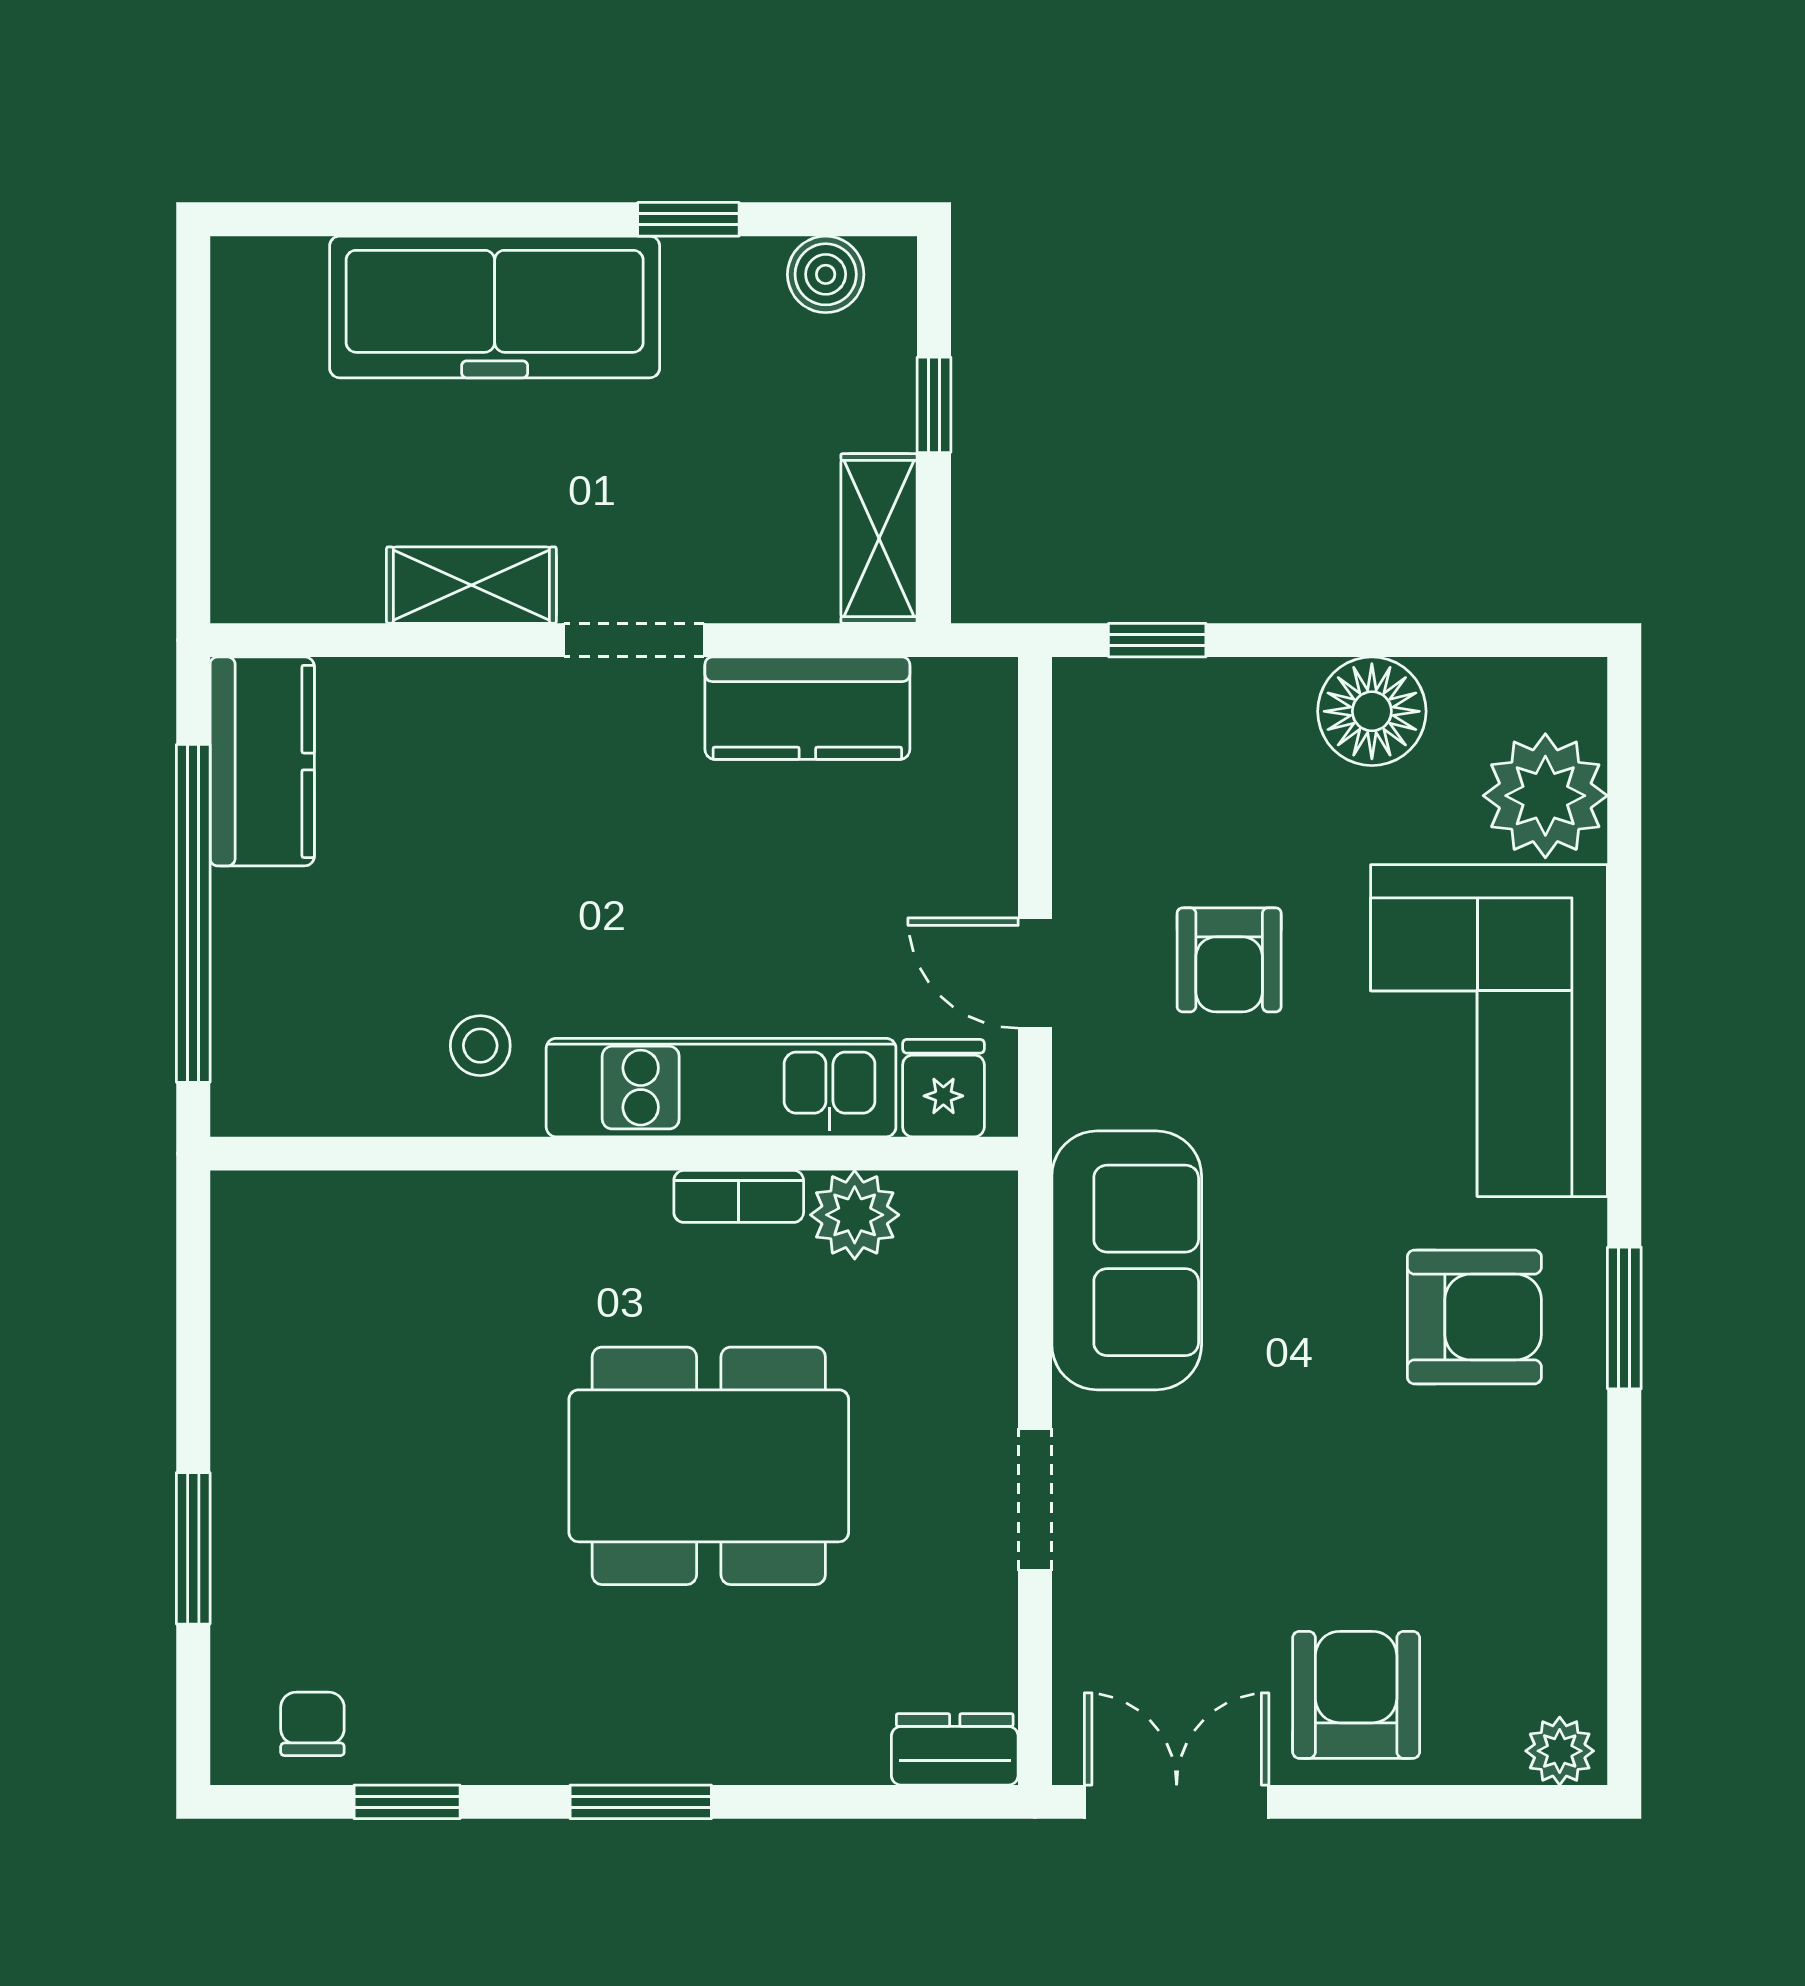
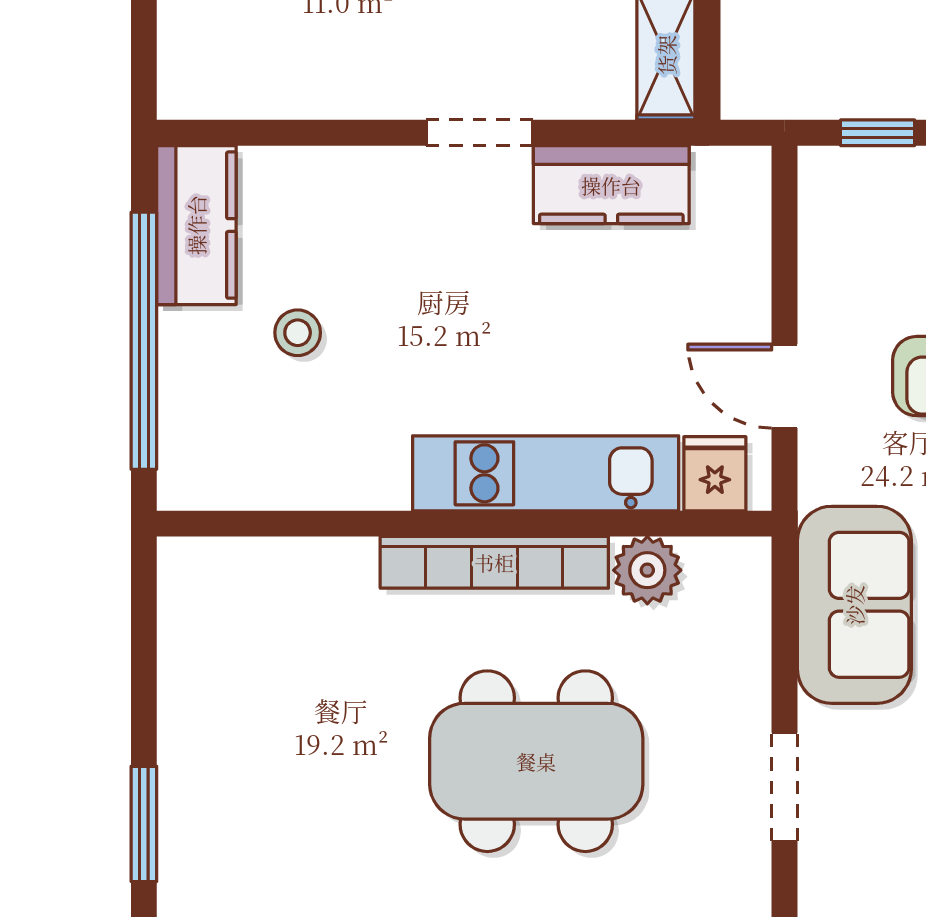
shelving: (471, 585) -> (356, 91), removed
stool: (480, 1046) -> (298, 333), moved
bookcase: (739, 1196) -> (494, 562), width x2.31, depth x1.31

